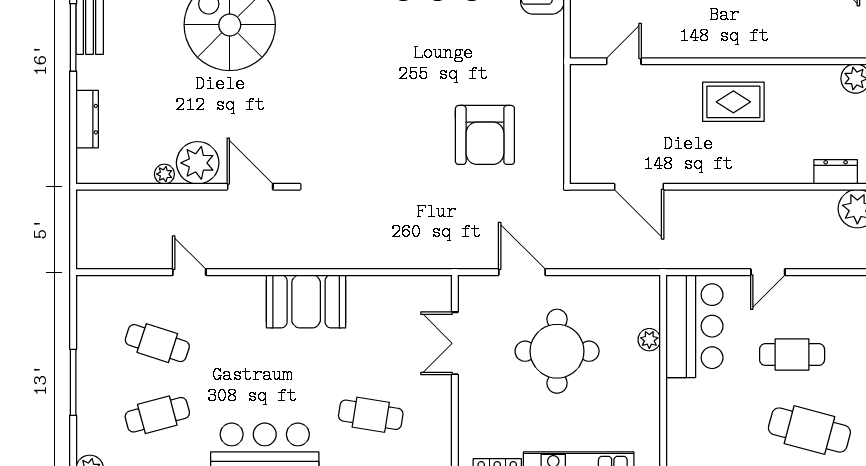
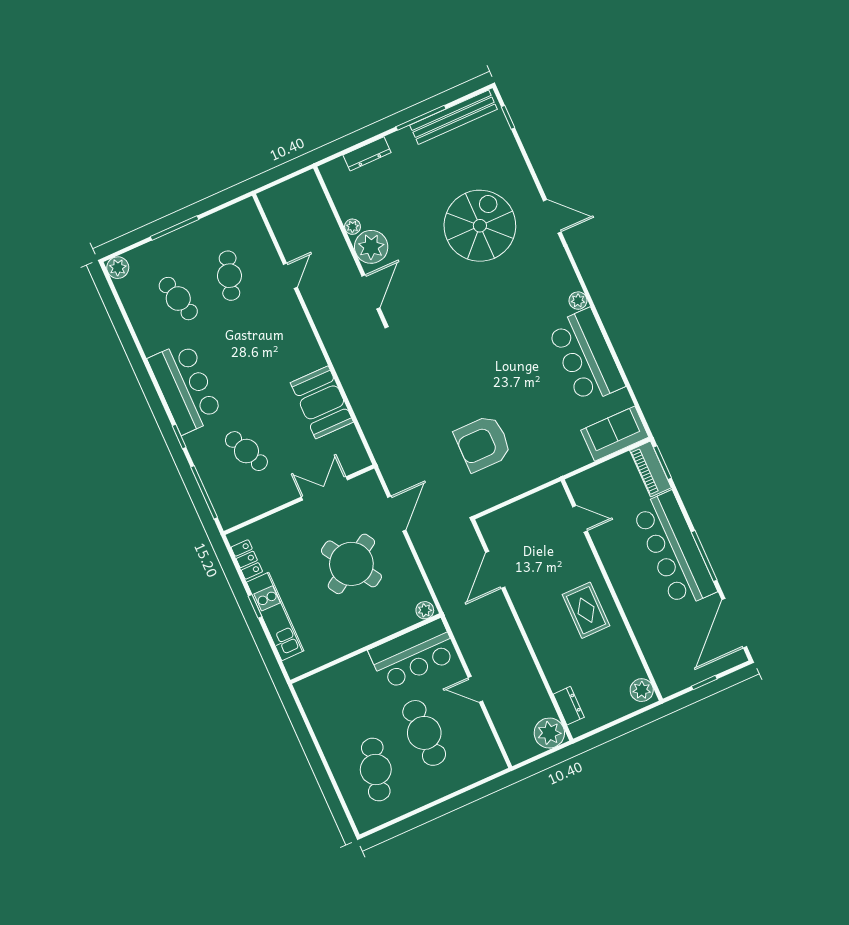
booth: (306, 301) -> (322, 402), moved
plant: (649, 340) -> (425, 610), moved
round table: (557, 351) -> (351, 564), turned -32
cafe table: (792, 355) -> (424, 733), width x1.37, depth x1.35
cafe table: (371, 415) -> (246, 451), turned -33

